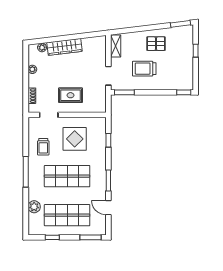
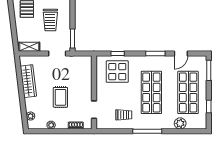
wardrobe: (64, 47) -> (28, 81), moved
rug: (70, 95) -> (60, 97), moved
display table: (75, 139) -> (117, 72), moved

